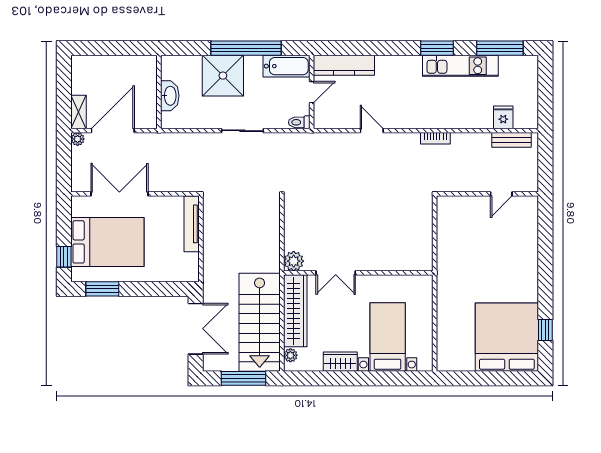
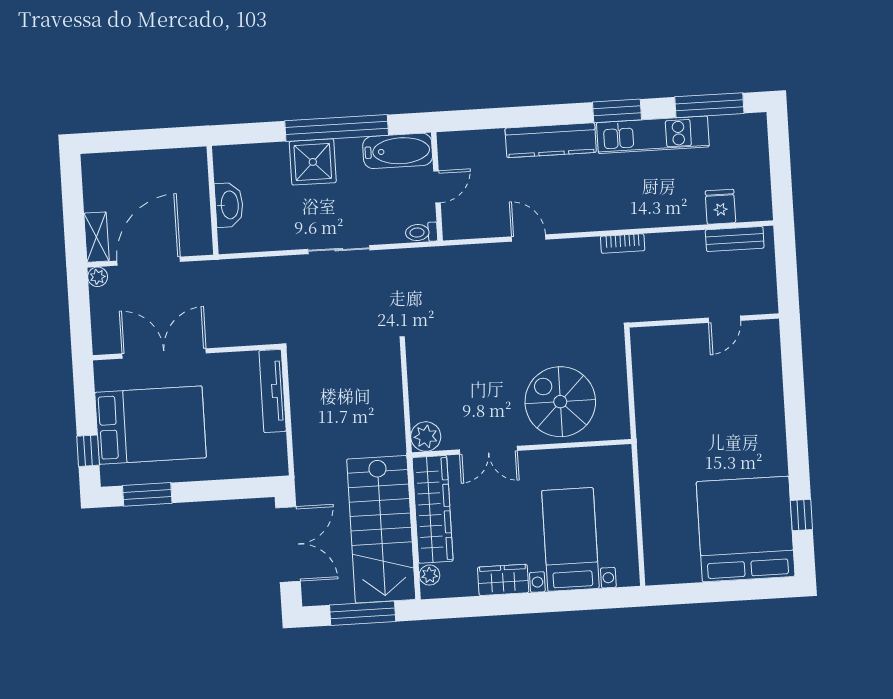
kitchen counter: (344, 65) -> (551, 140), moved
shower: (223, 76) -> (313, 162), width x0.73, depth x0.73
spiral stairs: (386, 243) -> (560, 402), added

